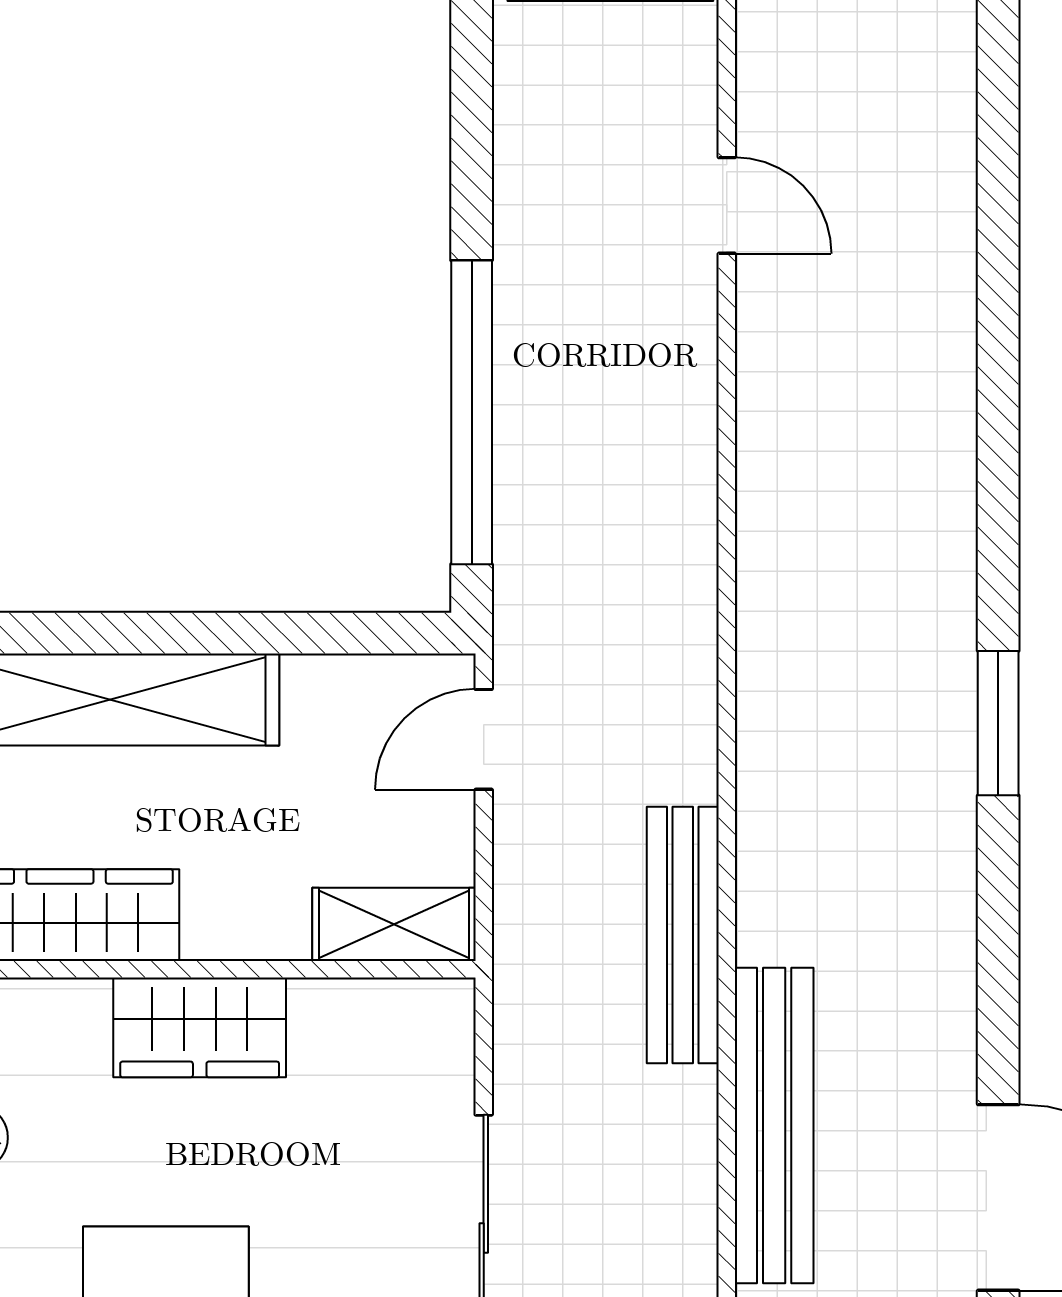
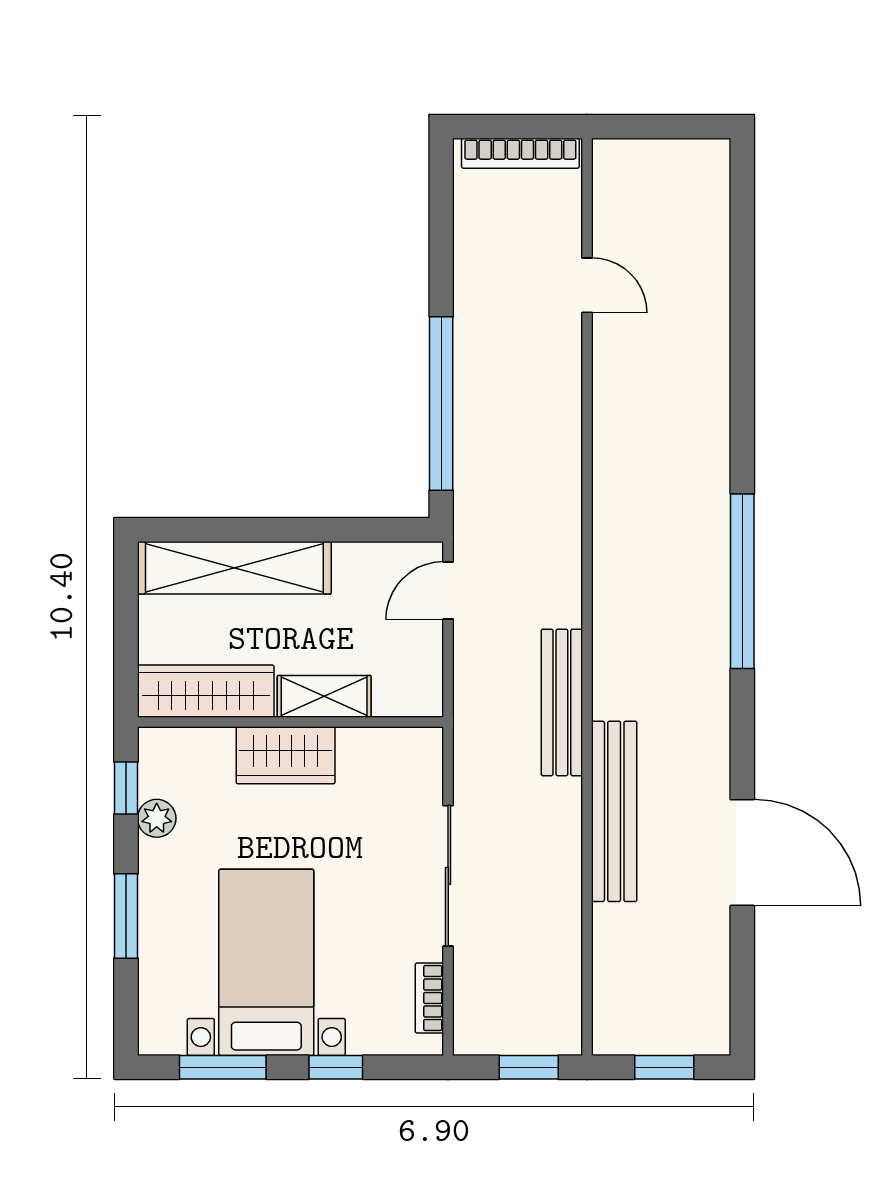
window: (998, 723) -> (742, 581), width x2.11
shelving: (394, 924) -> (324, 696), moved

